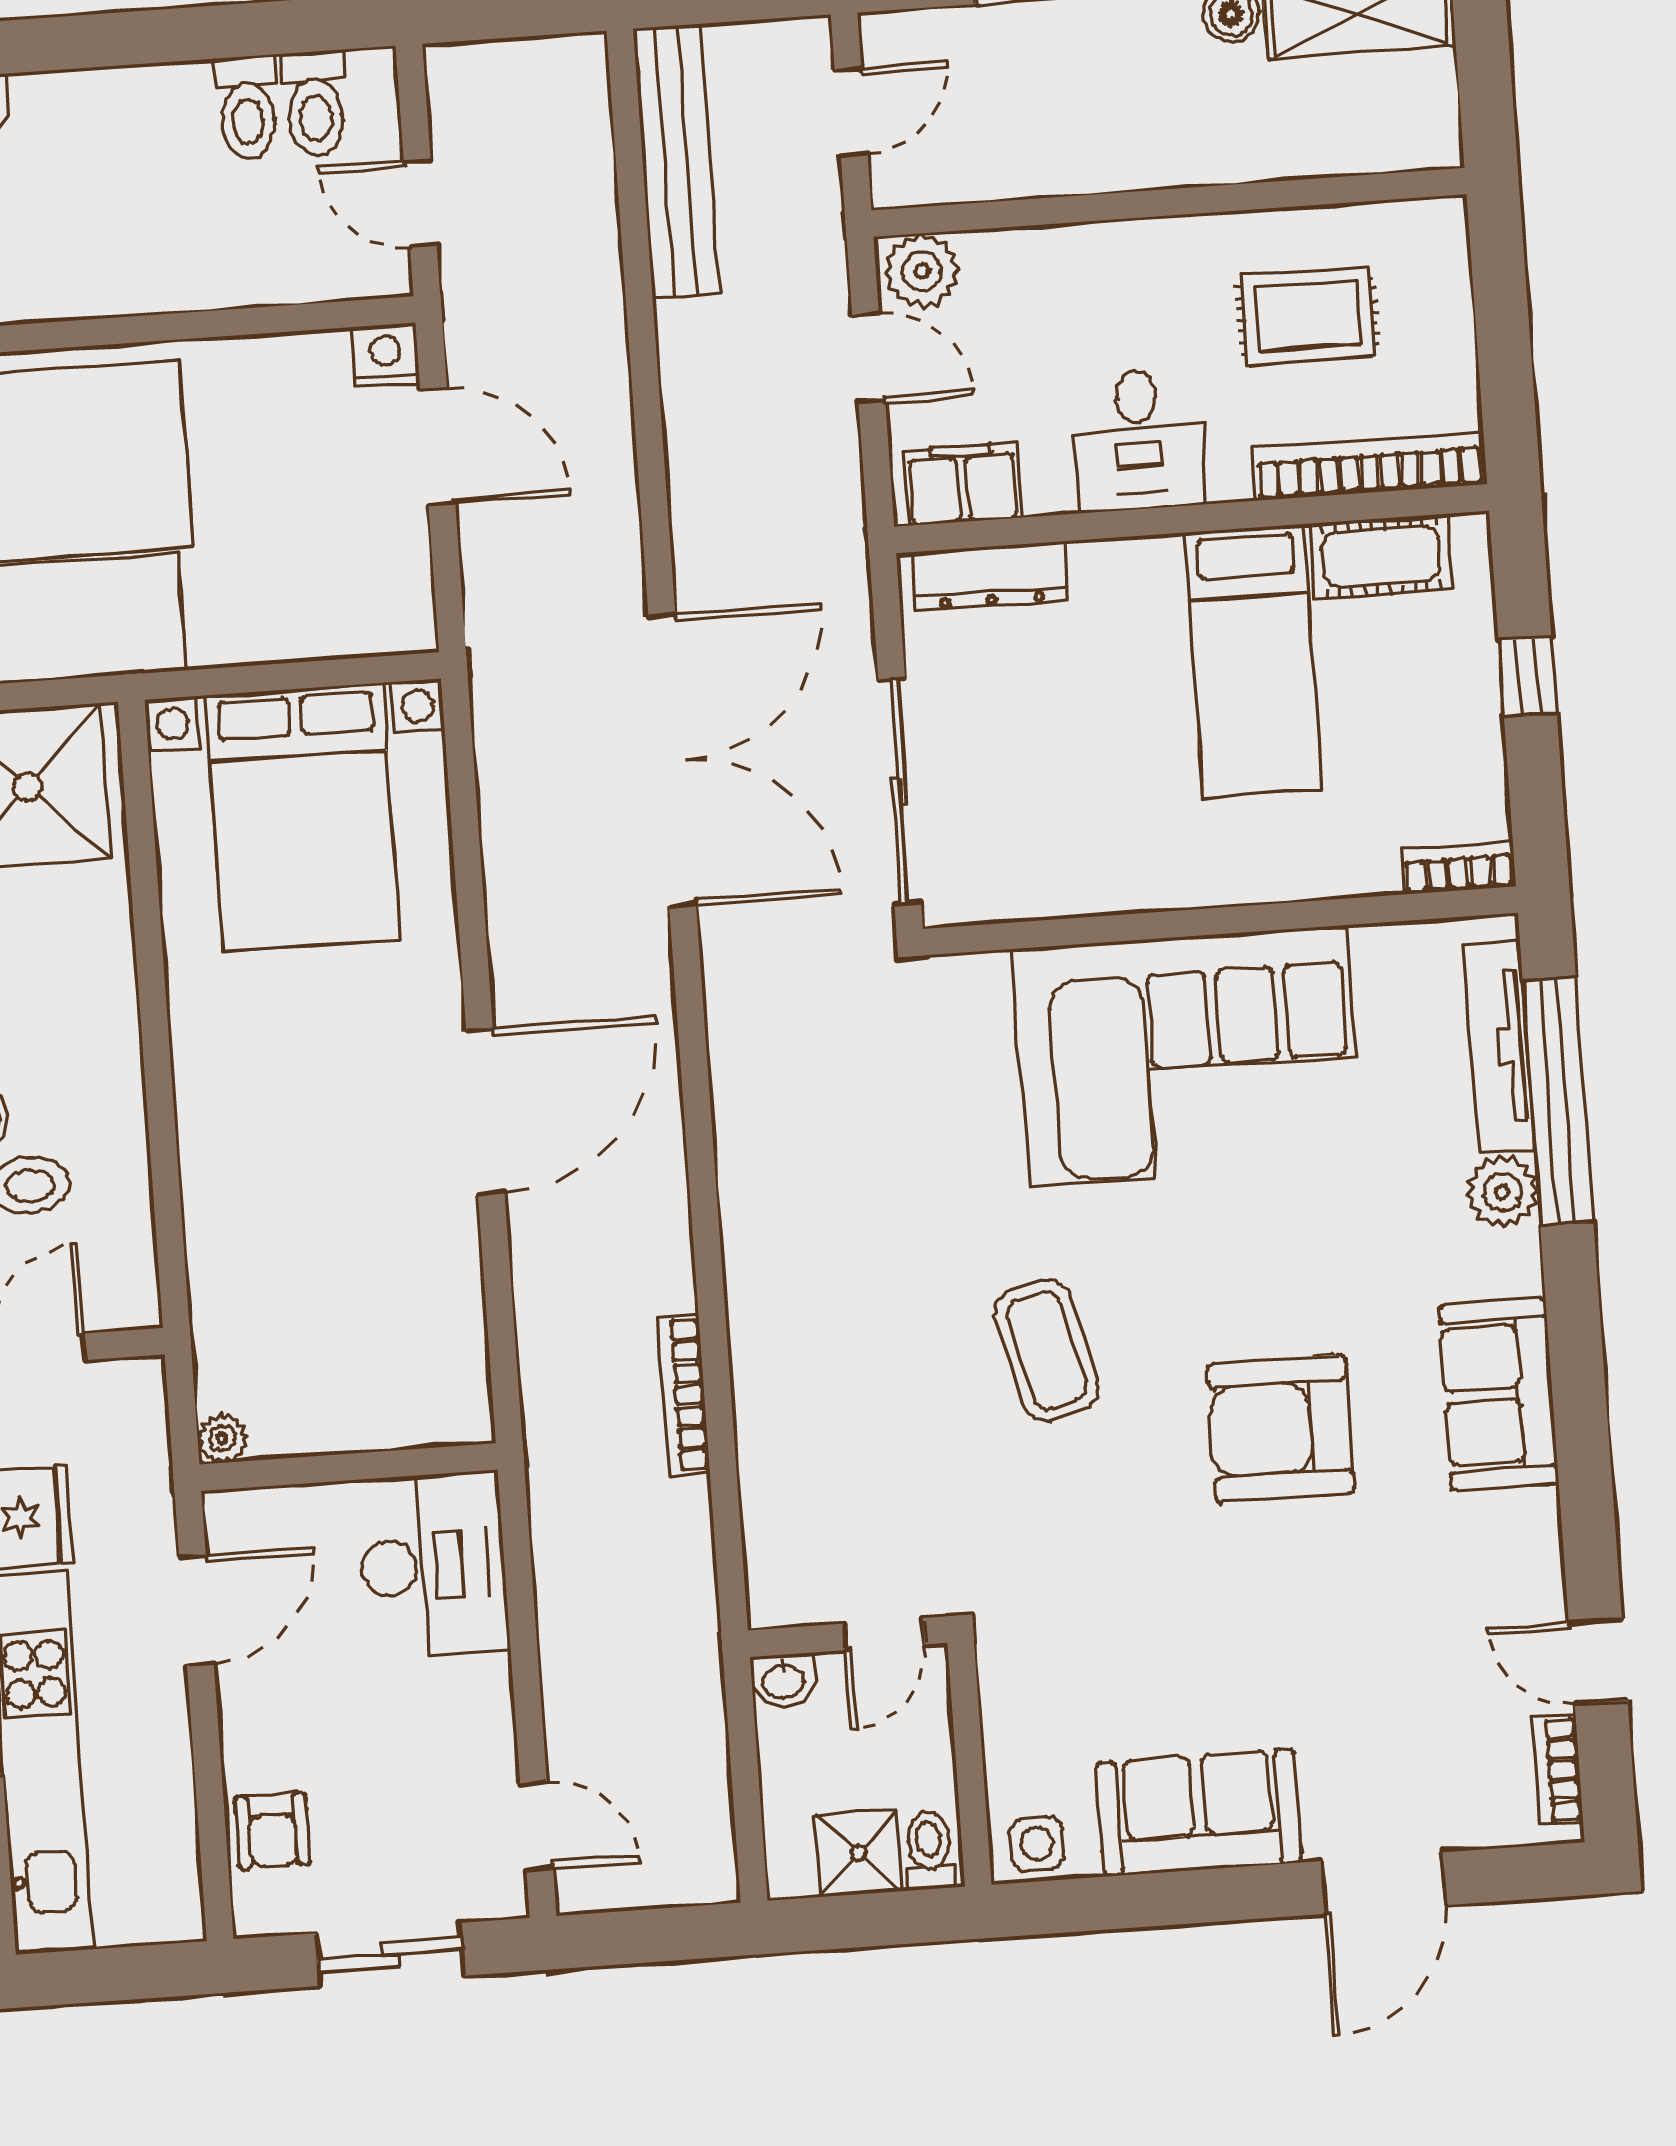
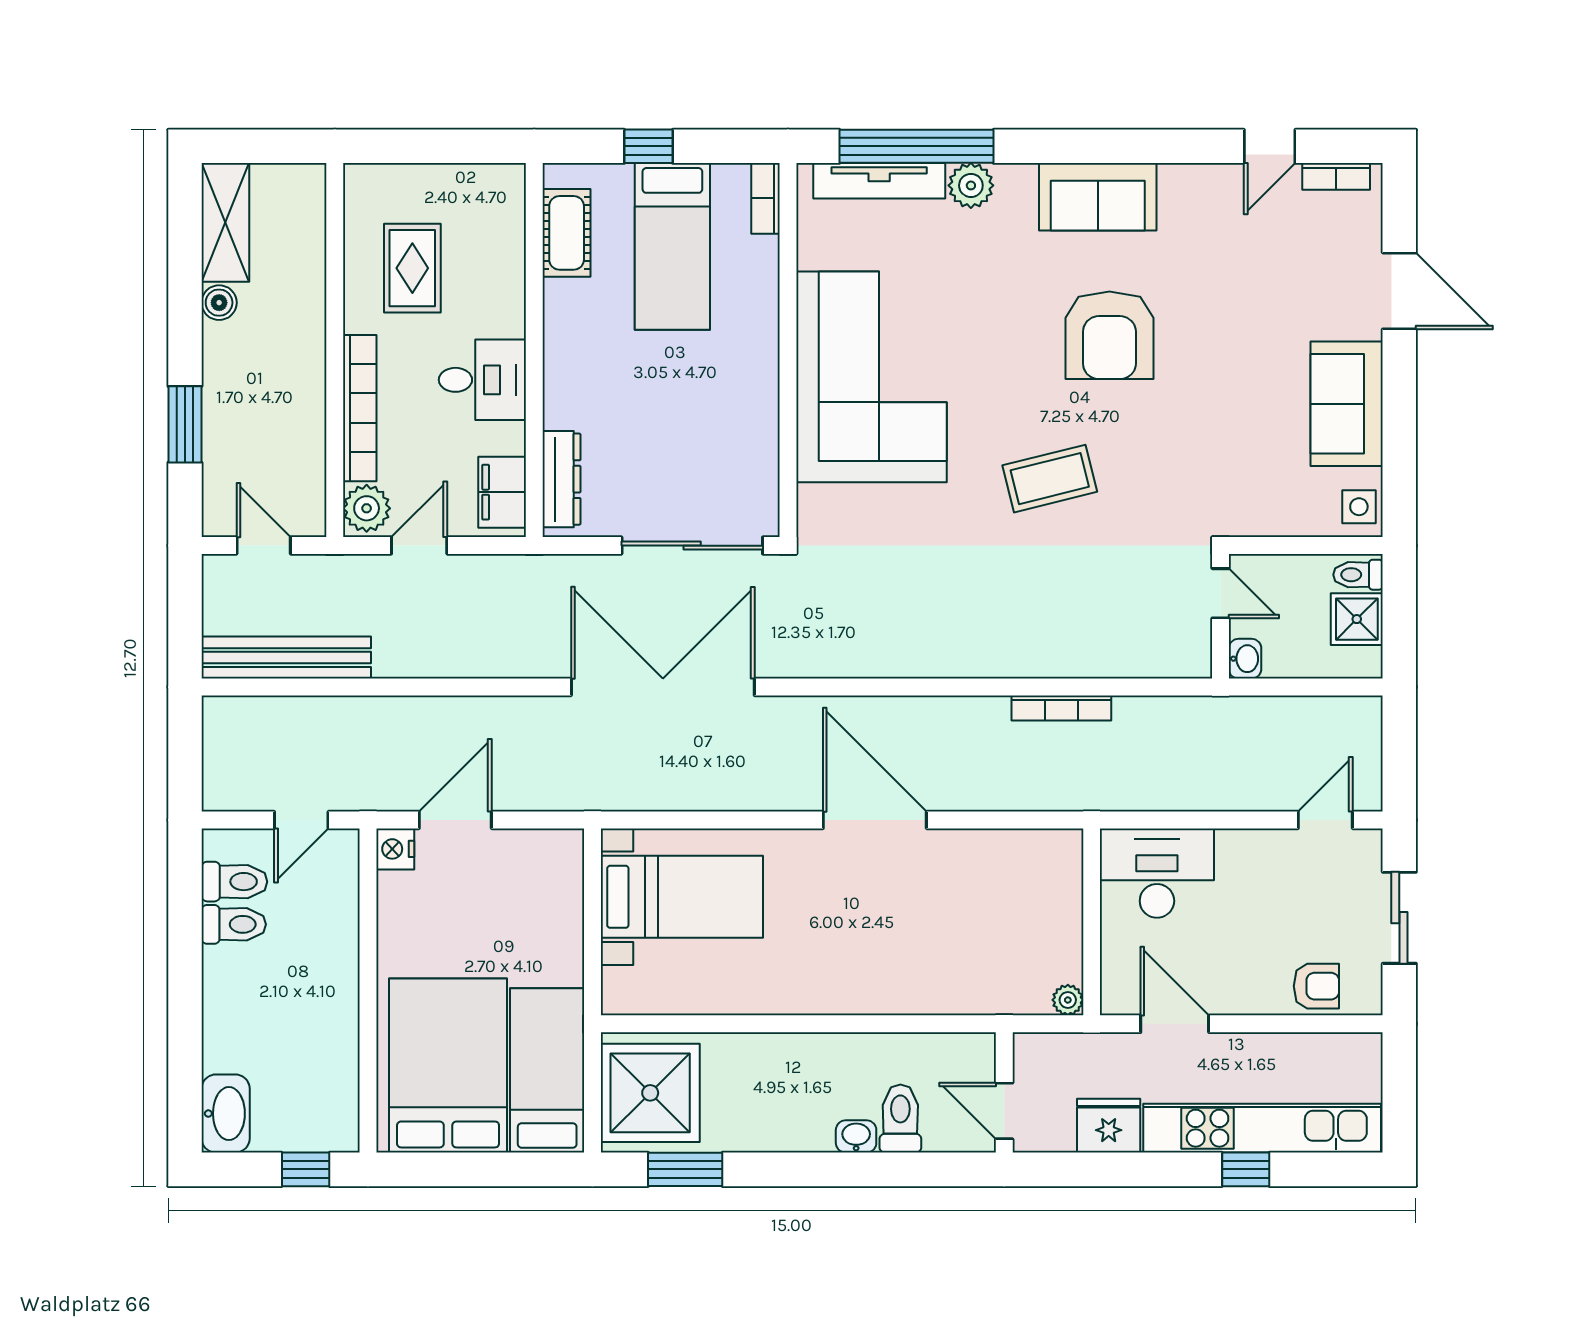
bookcase: (1369, 466) -> (360, 408), moved, turned 180
bed: (1253, 661) -> (672, 246), moved, turned 90
bed with nightstands: (303, 818) -> (682, 897), width x0.73

